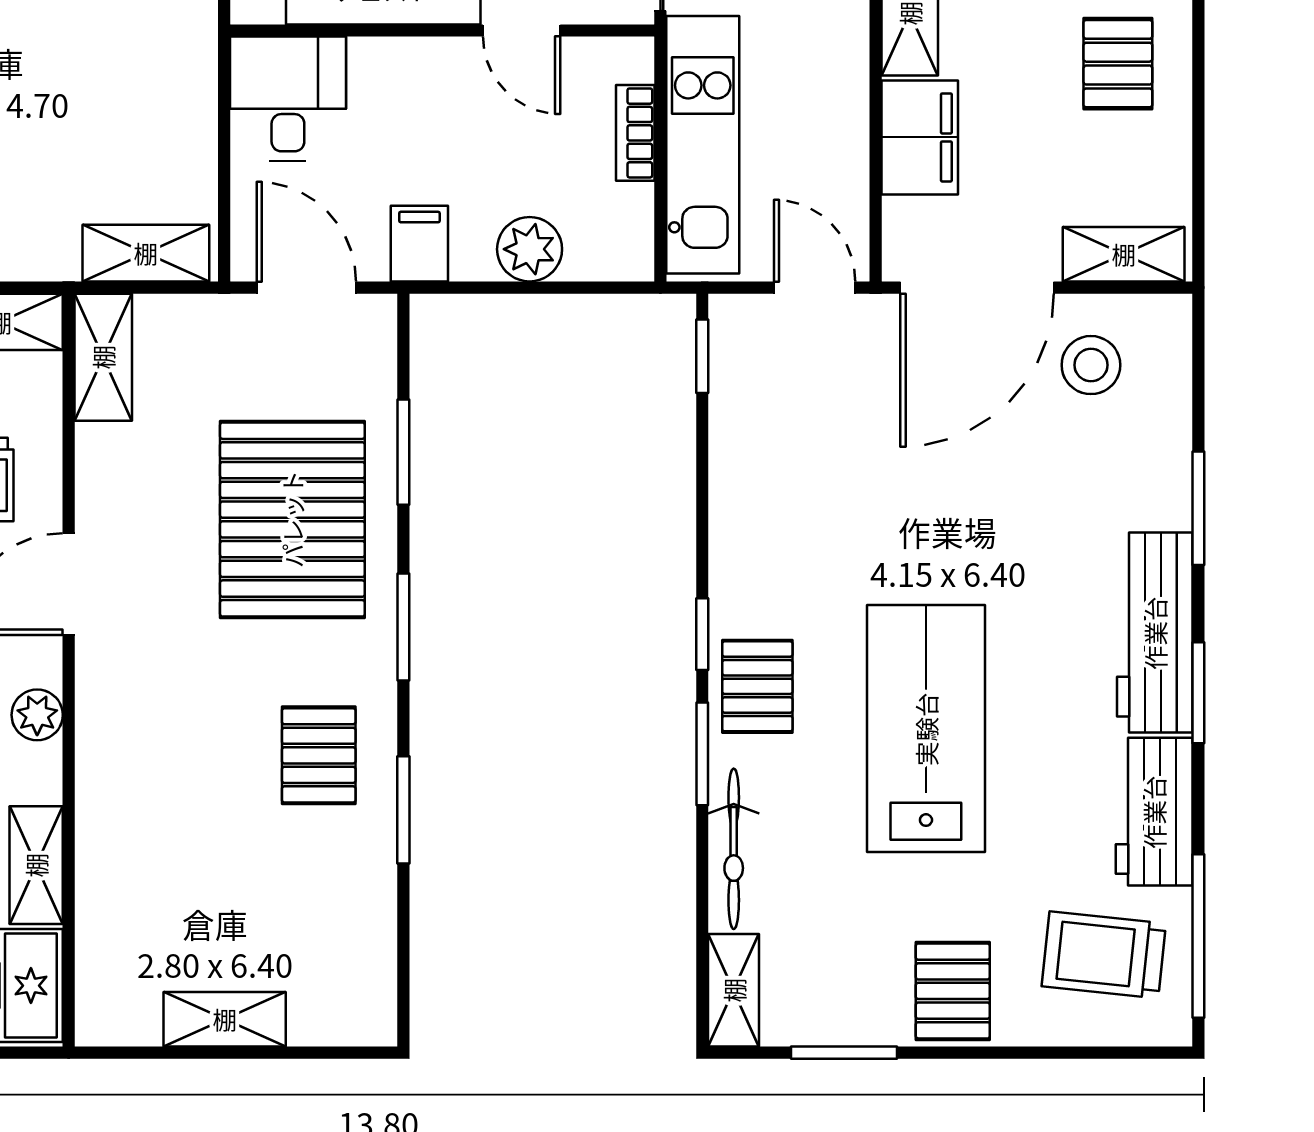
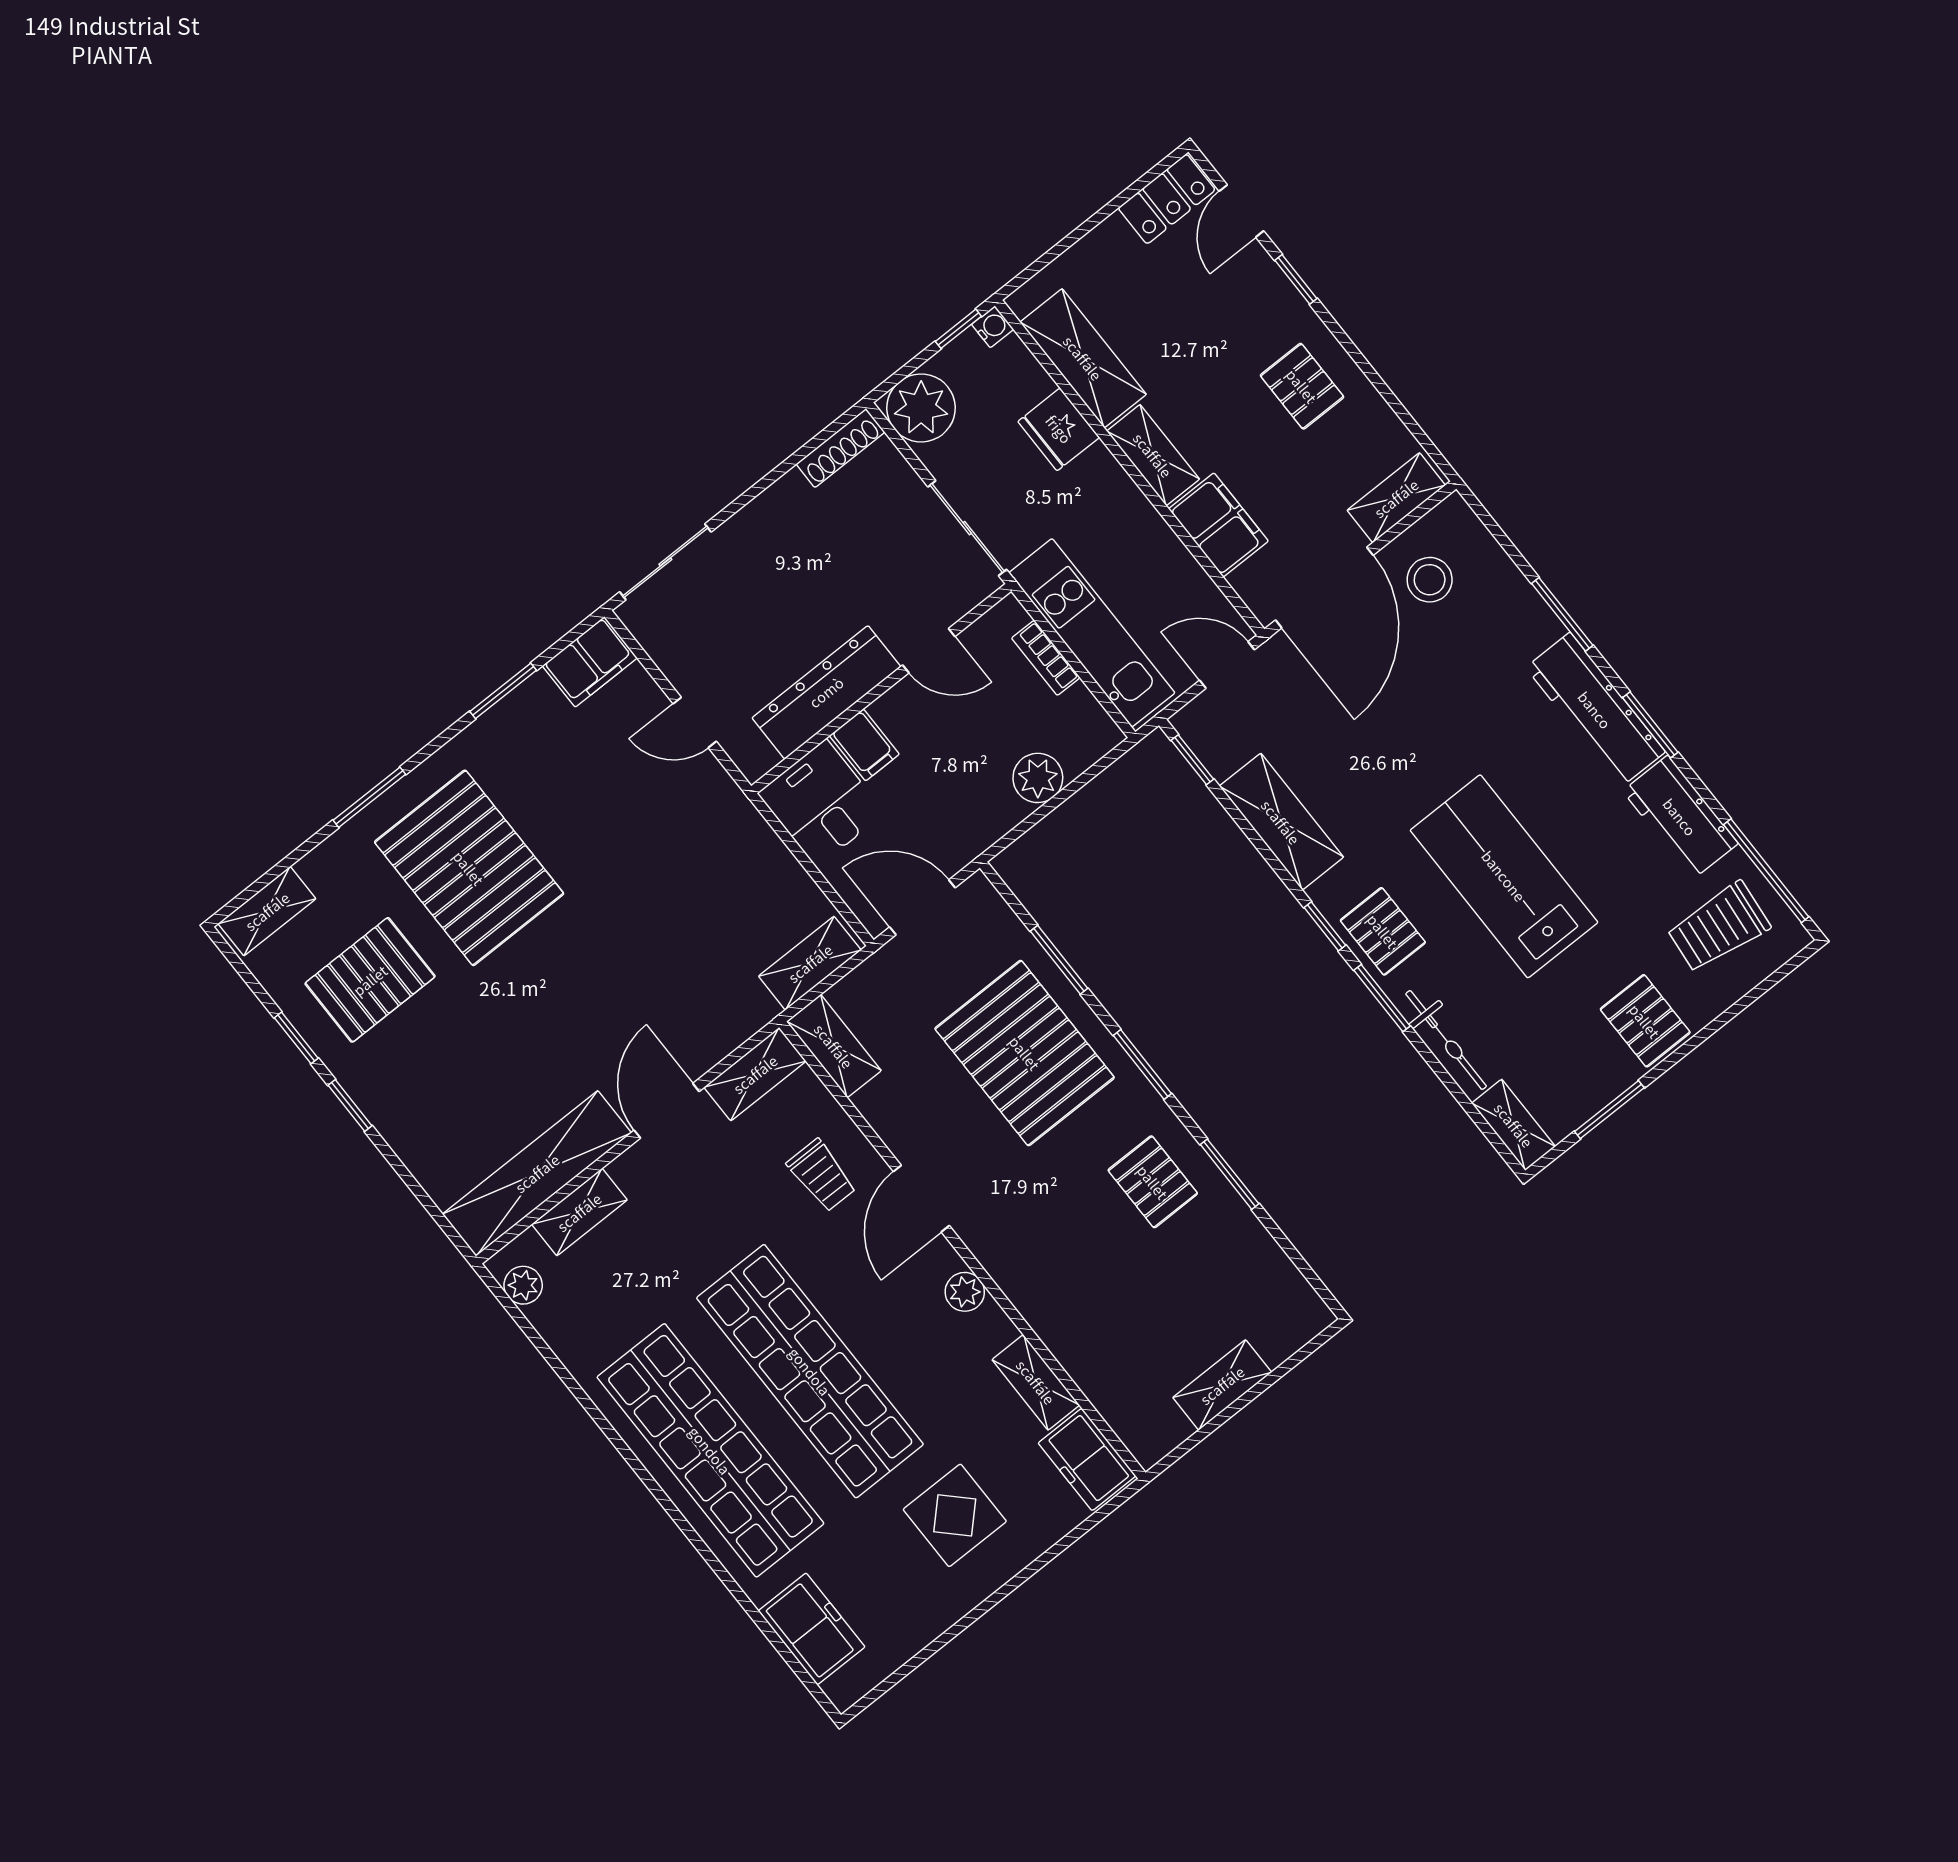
filing cabinet: (419, 244) -> (864, 745), moved, turned 180
shelving: (743, 492) -> (1281, 822), added

